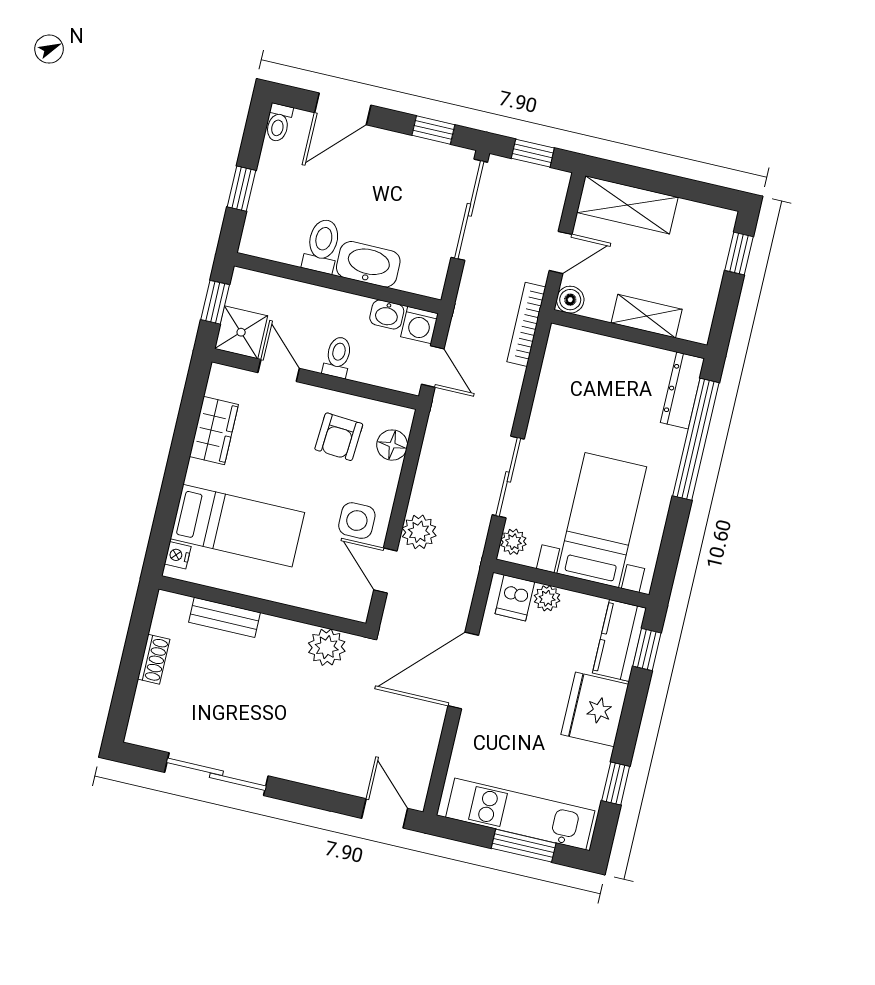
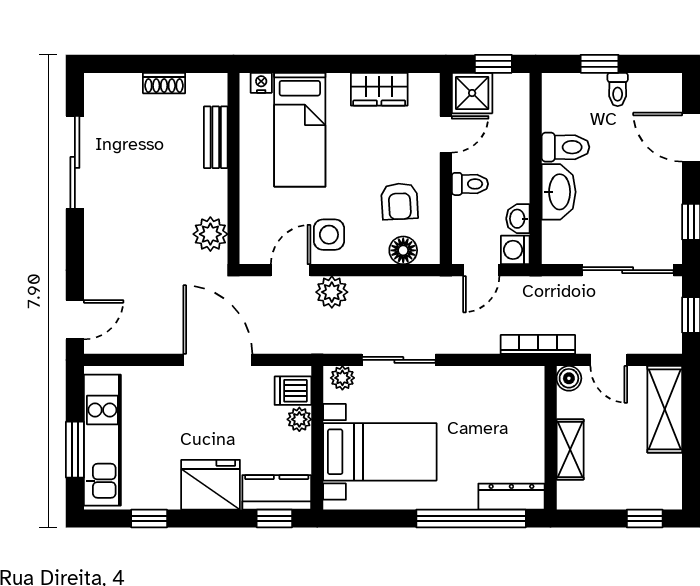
toilet: (279, 123) -> (618, 89), moved, turned -90
armchair: (339, 437) -> (400, 201), turned -97

